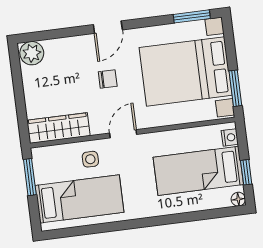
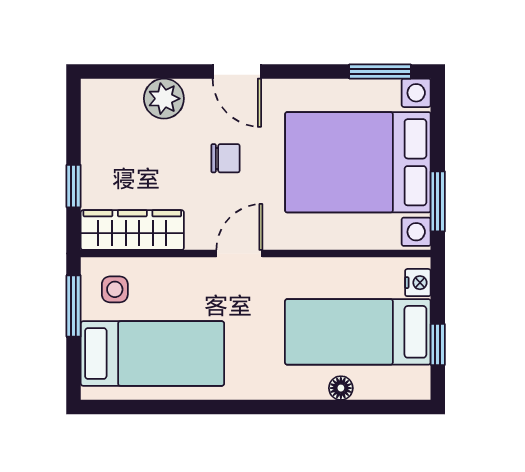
door: (108, 27) -> (237, 71), hinge flipped
plant: (32, 53) -> (164, 99), moved
window: (21, 107) -> (74, 186), added
side table: (90, 159) -> (115, 289), moved
floor lamp: (238, 199) -> (341, 388), moved

